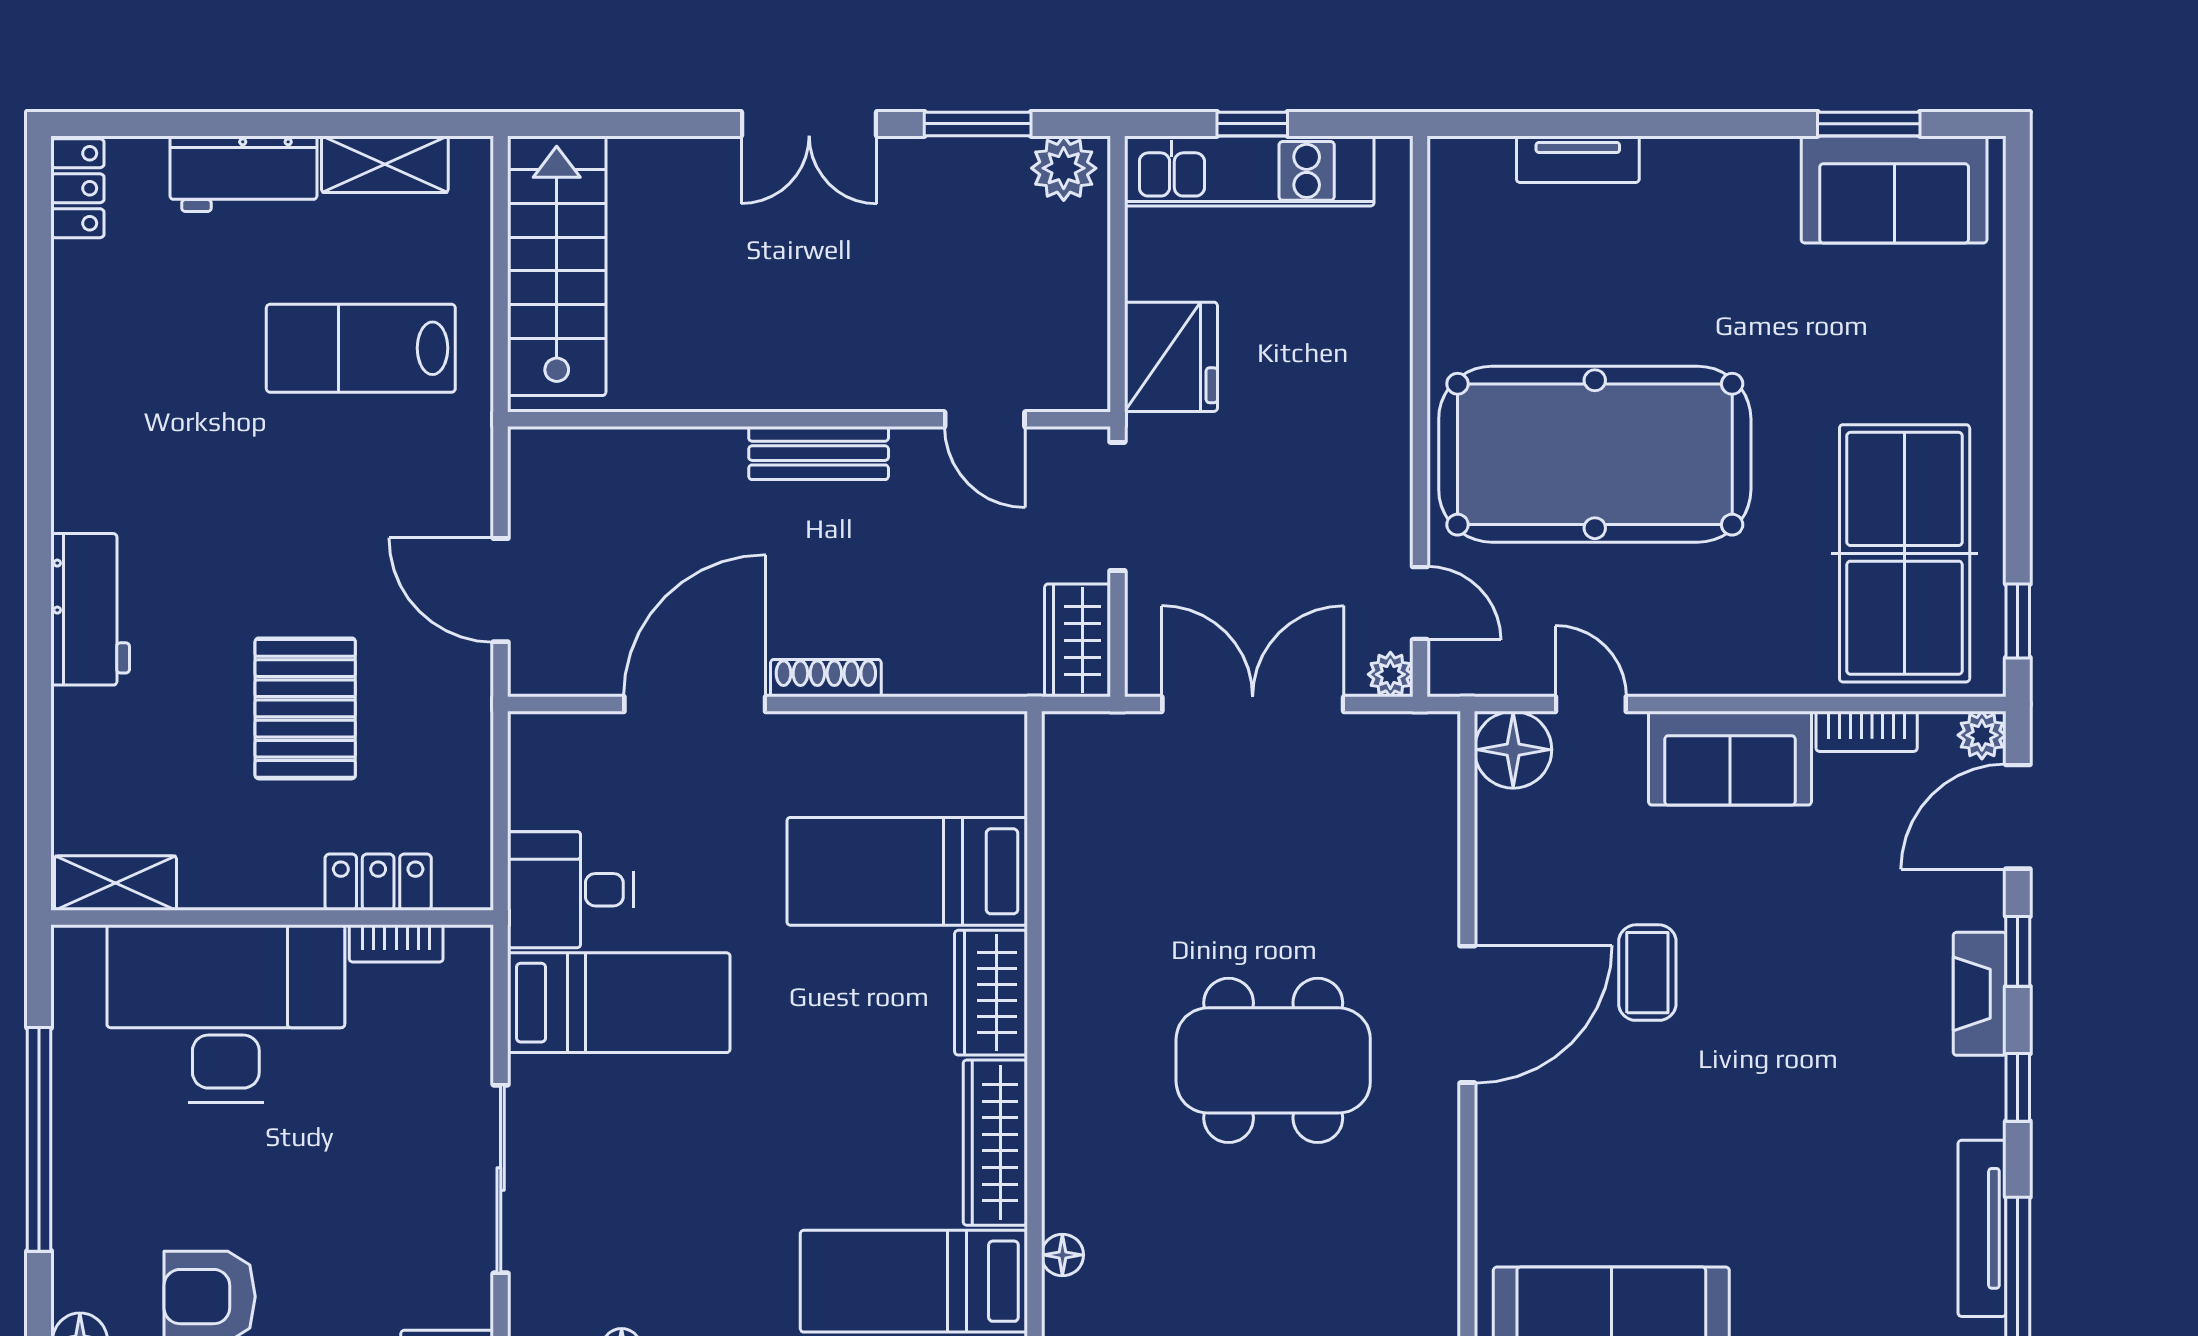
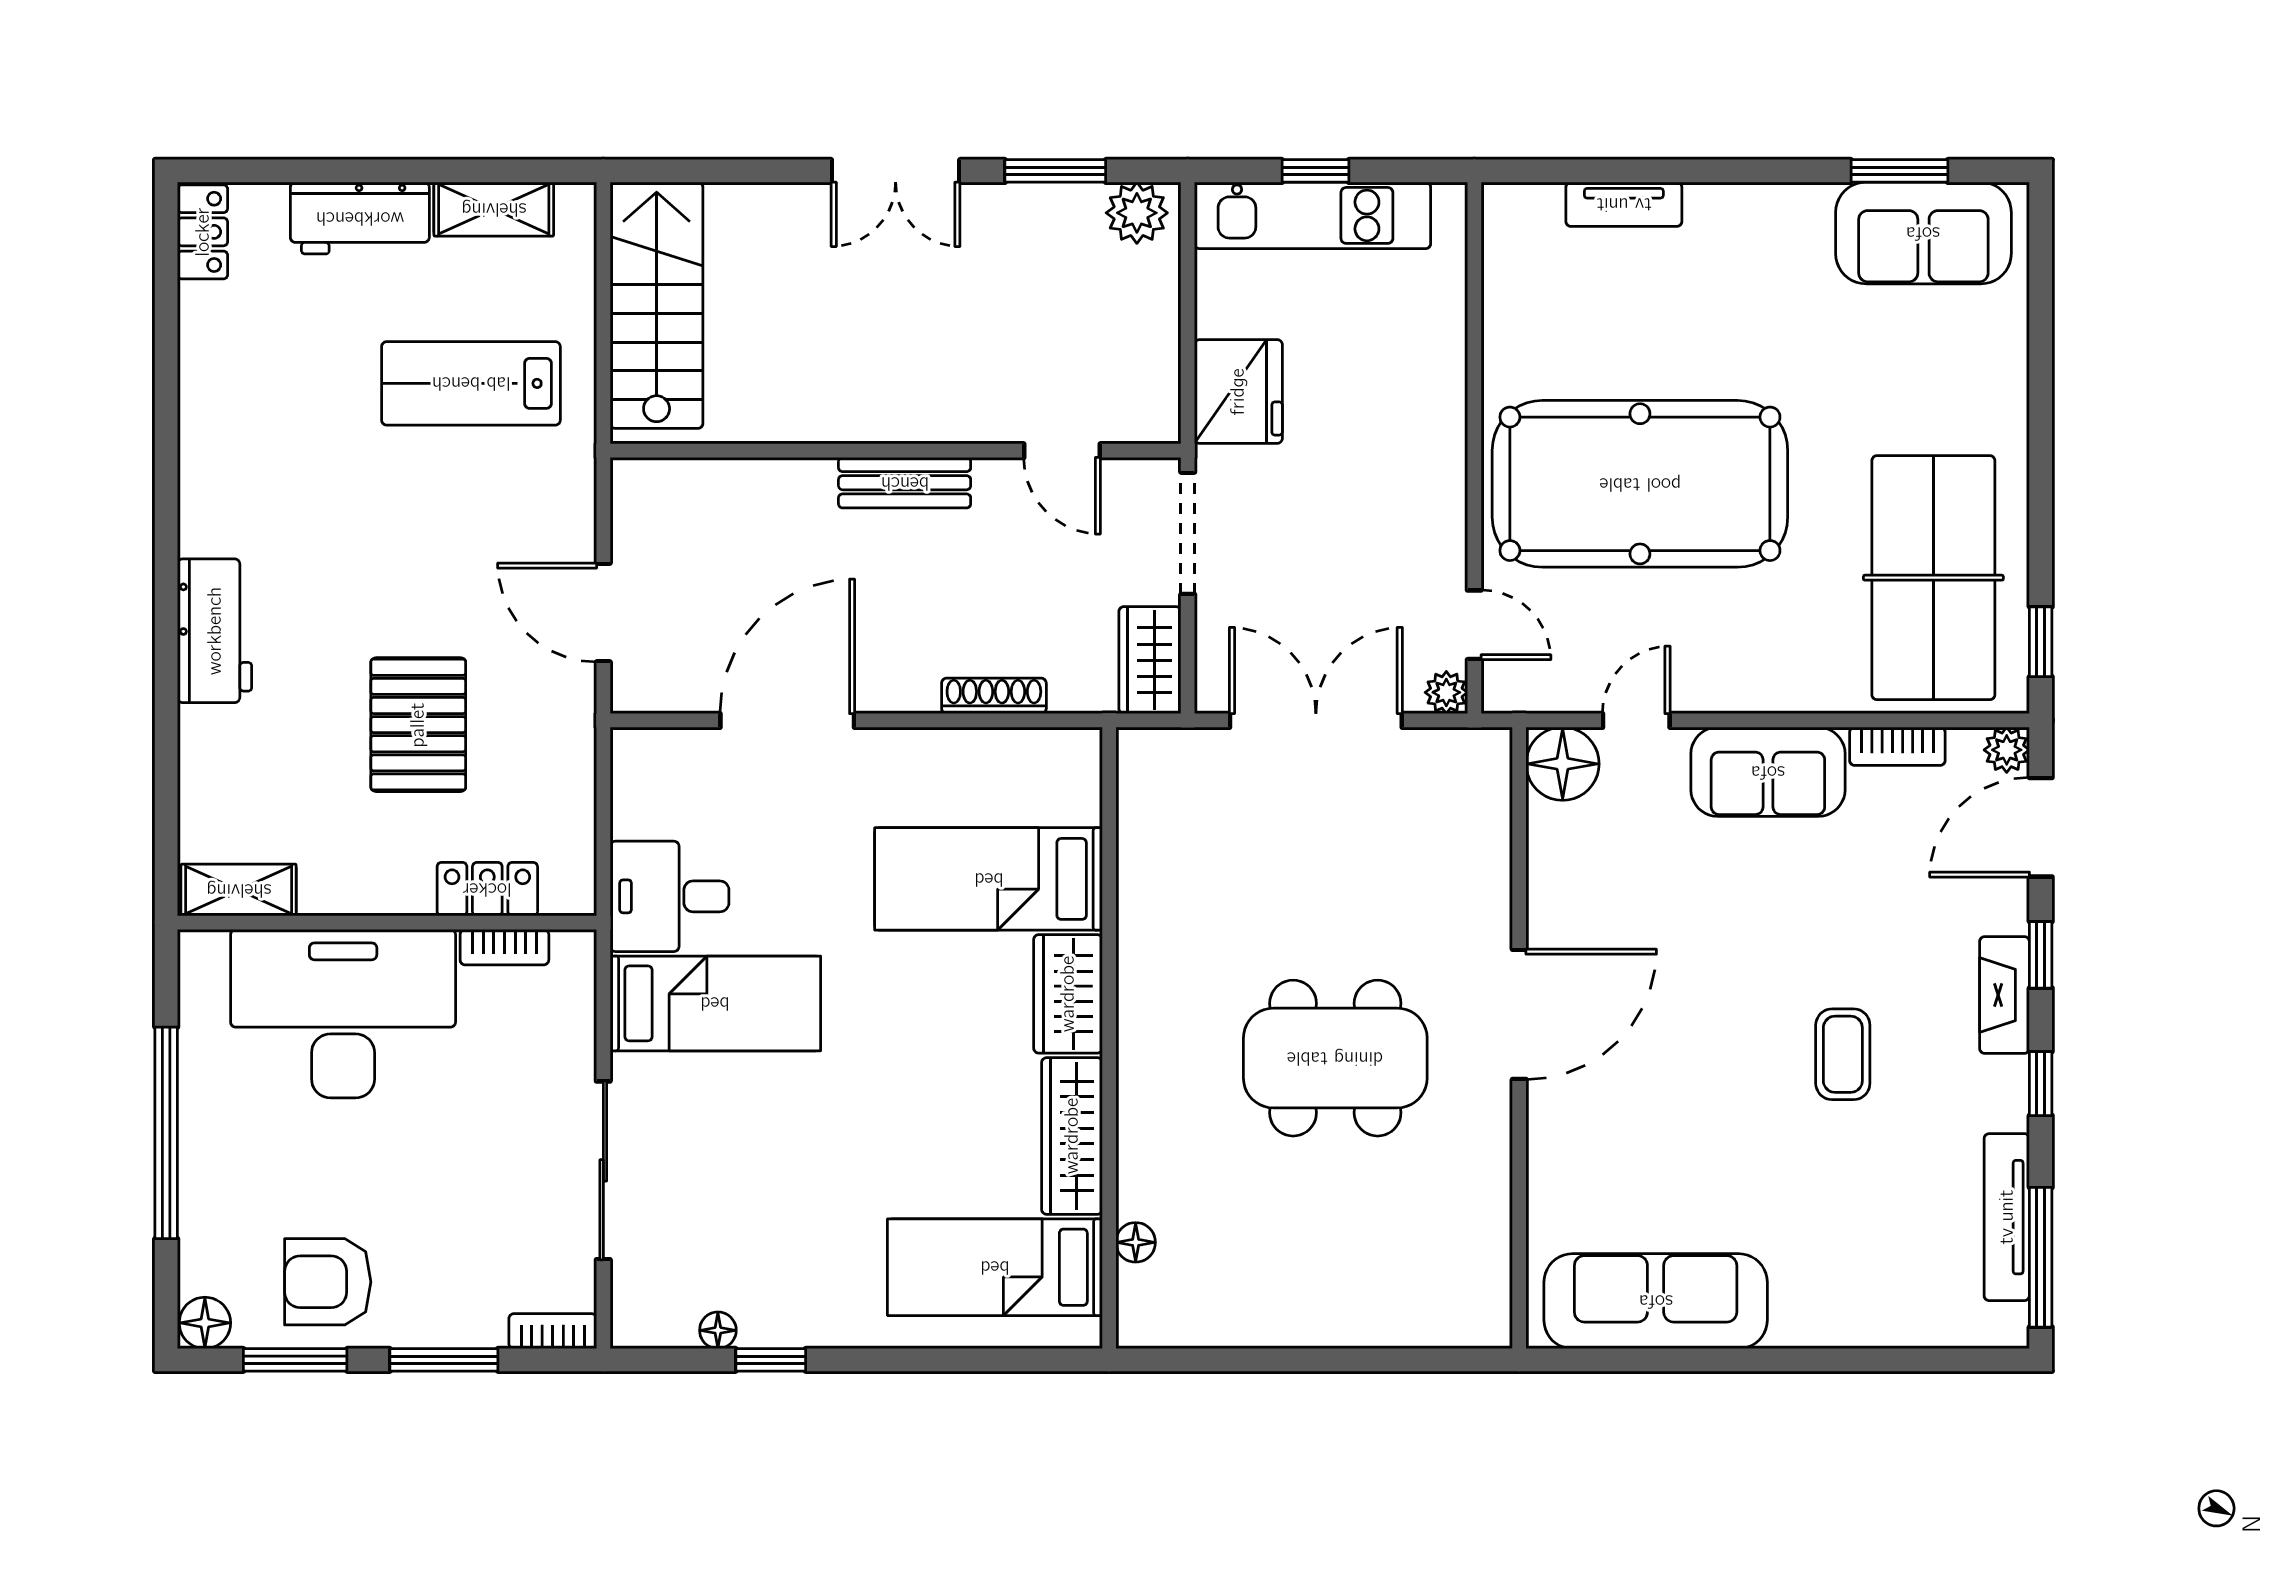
shoe rack: (826, 678) -> (994, 696), moved
door: (1591, 704) -> (1636, 720), hinge flipped
coffee table: (1647, 973) -> (1843, 1054), moved

